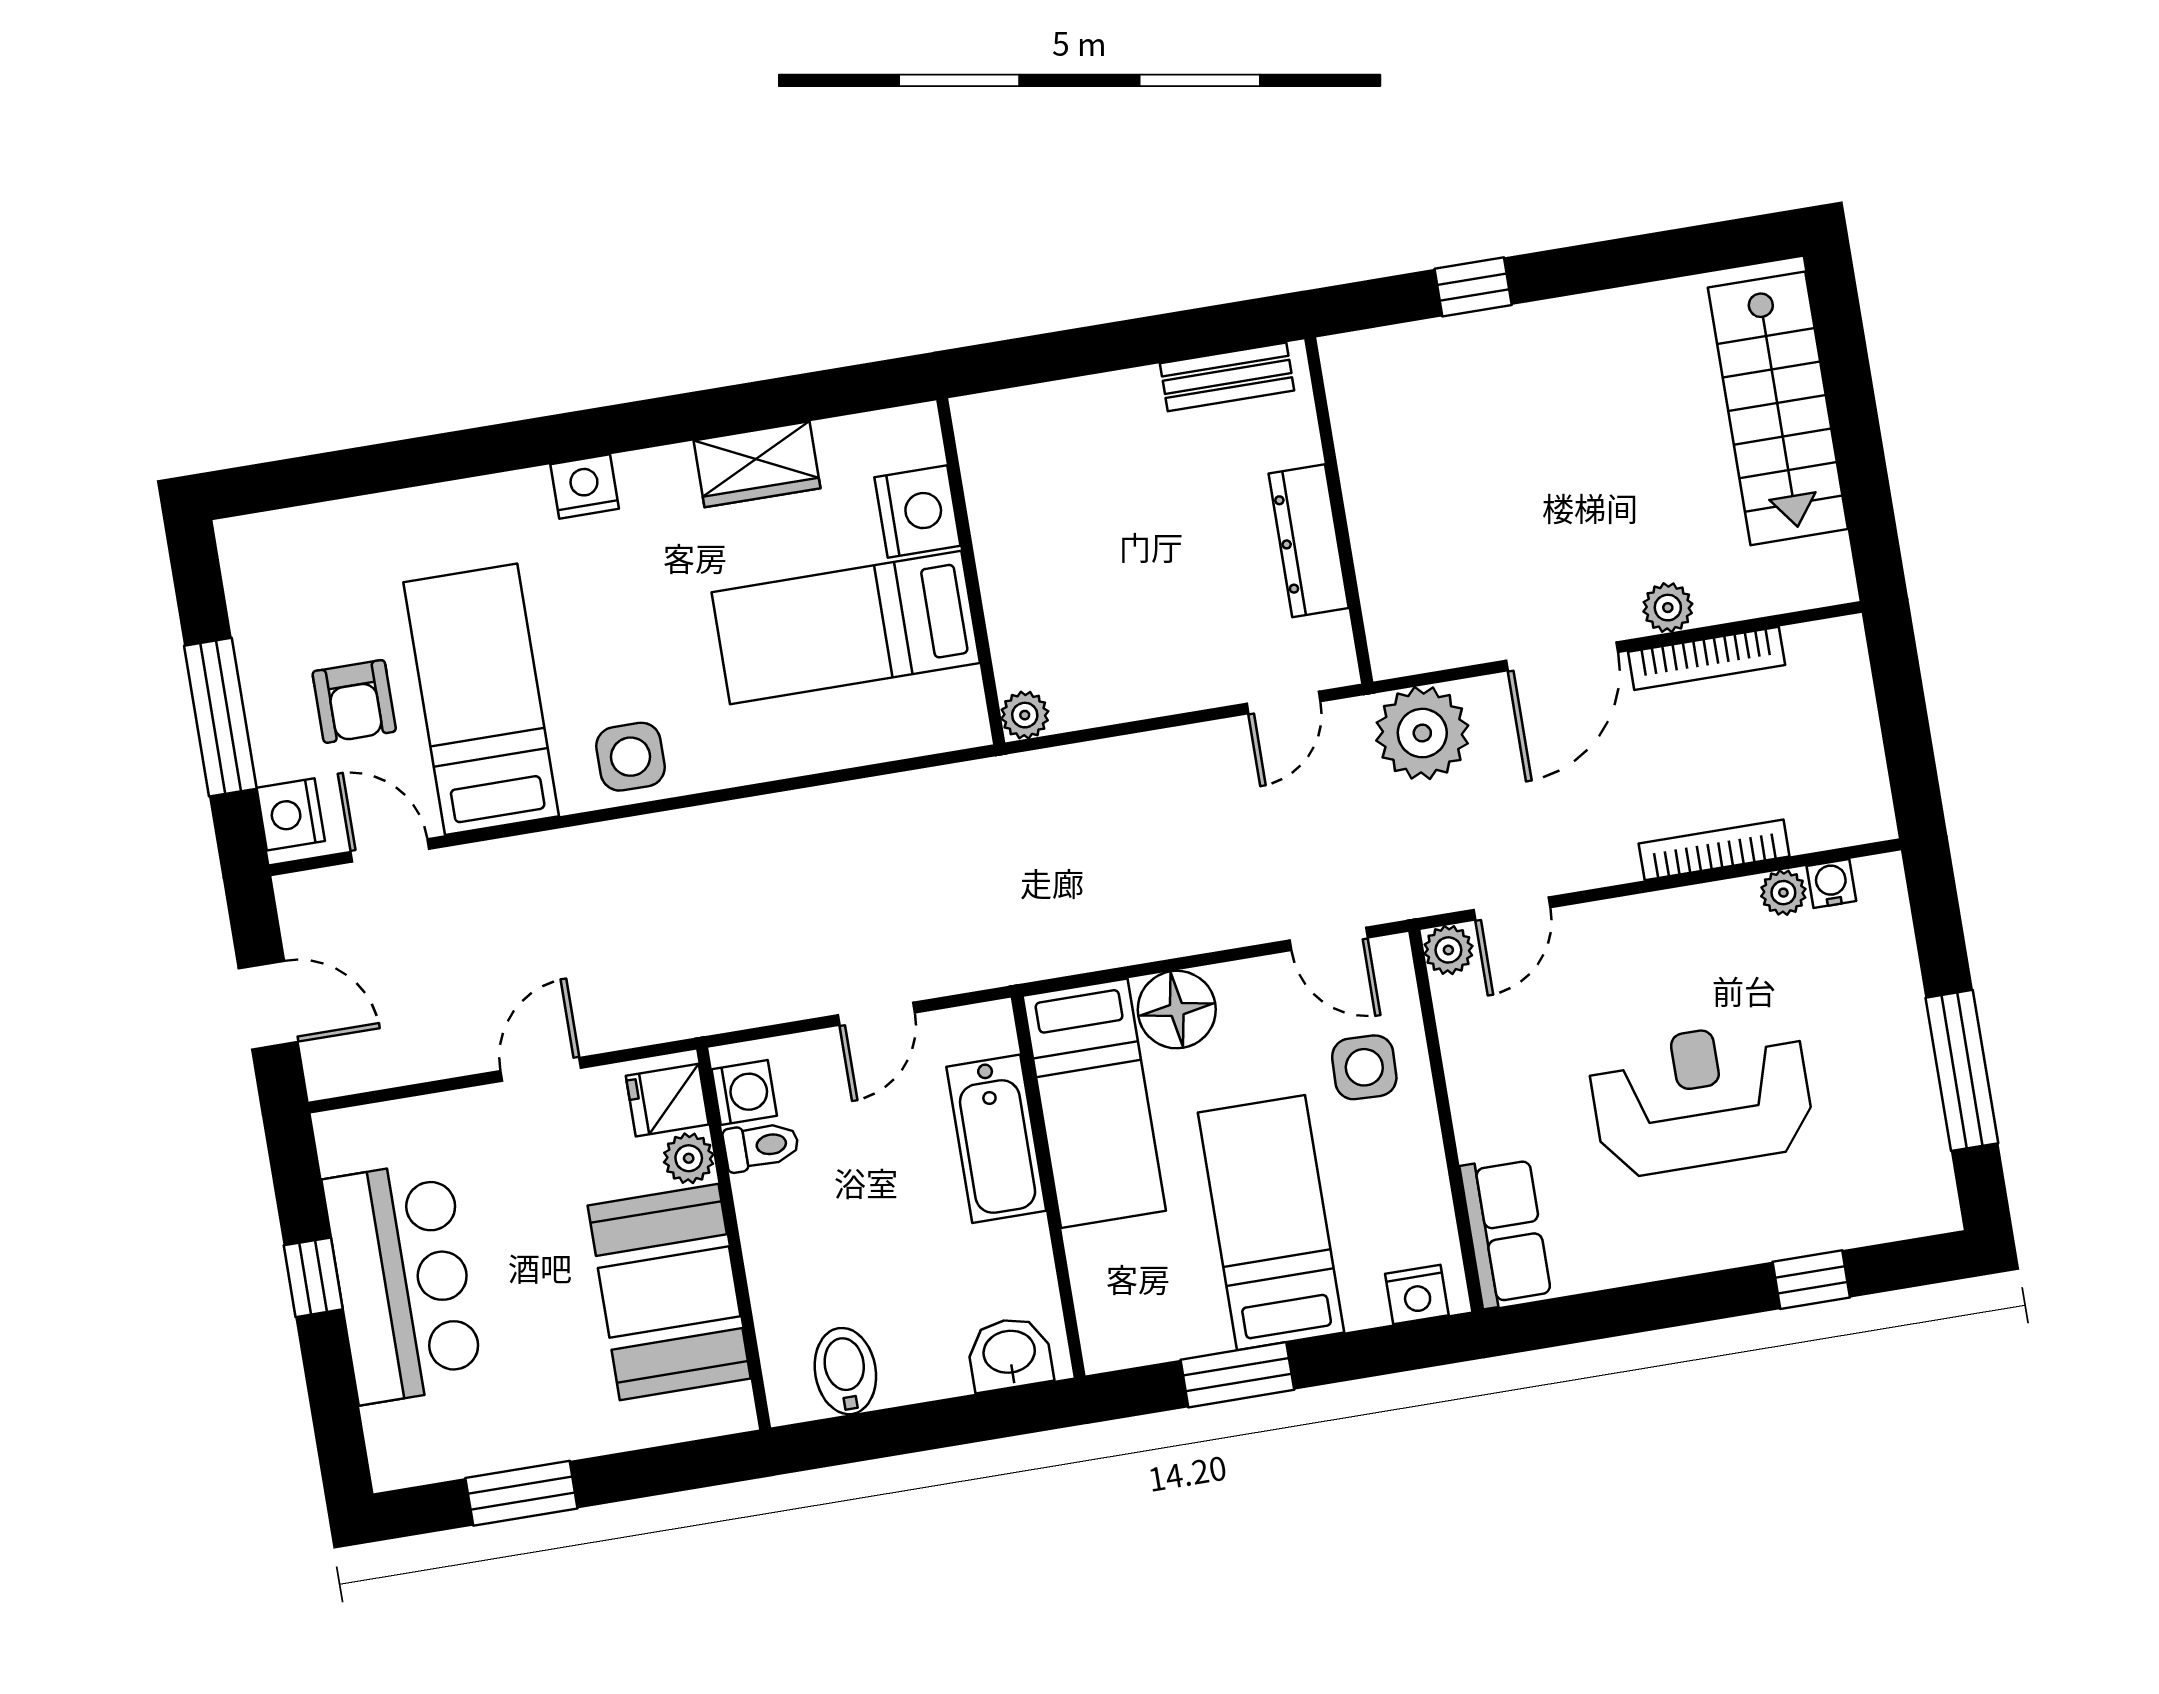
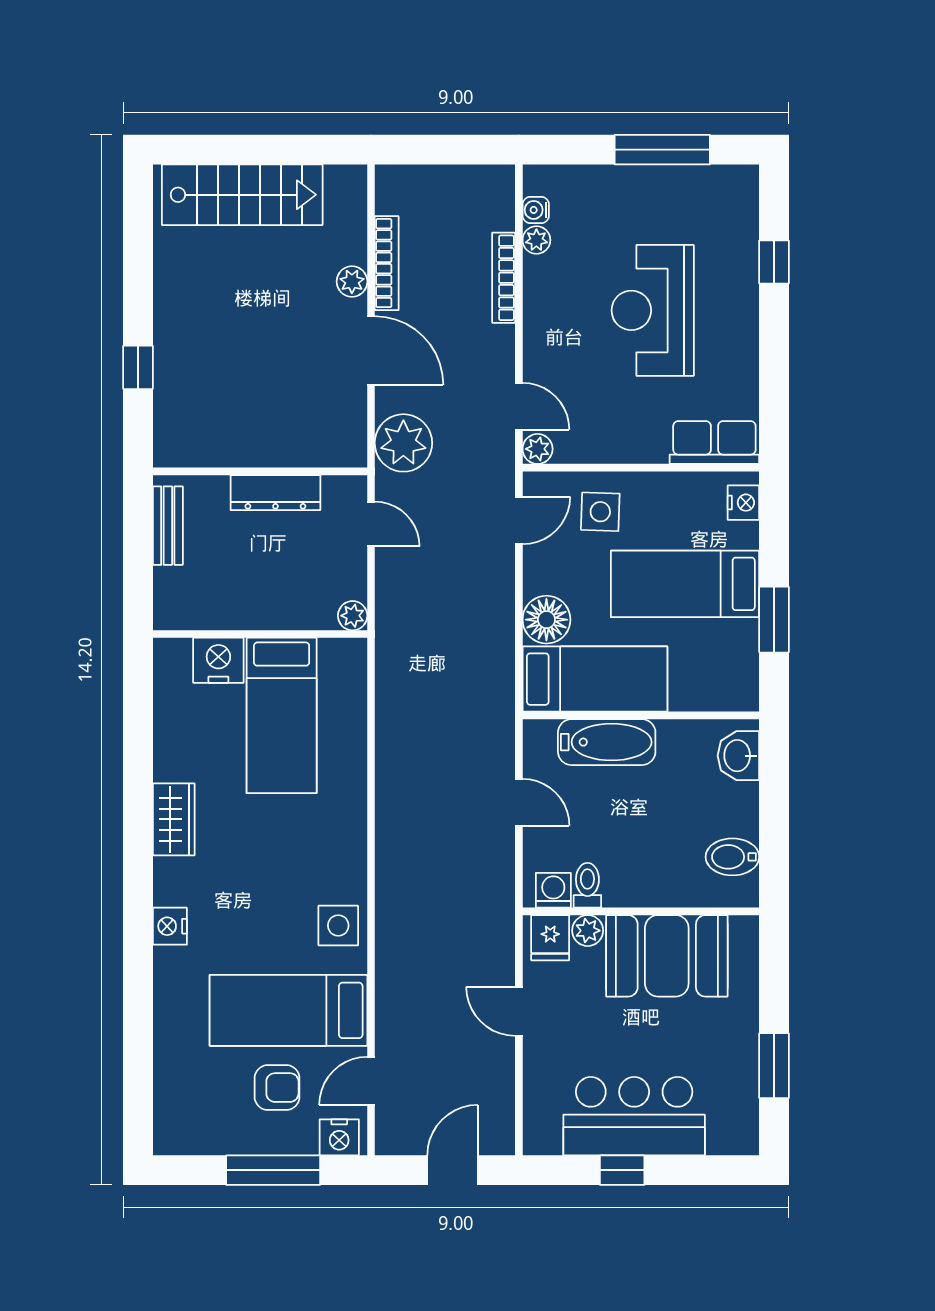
nightstand: (917, 512) -> (218, 660), moved
wall: (971, 571) -> (260, 634), moved
bed: (846, 628) -> (282, 715), moved
plant: (1025, 715) -> (353, 616), moved

